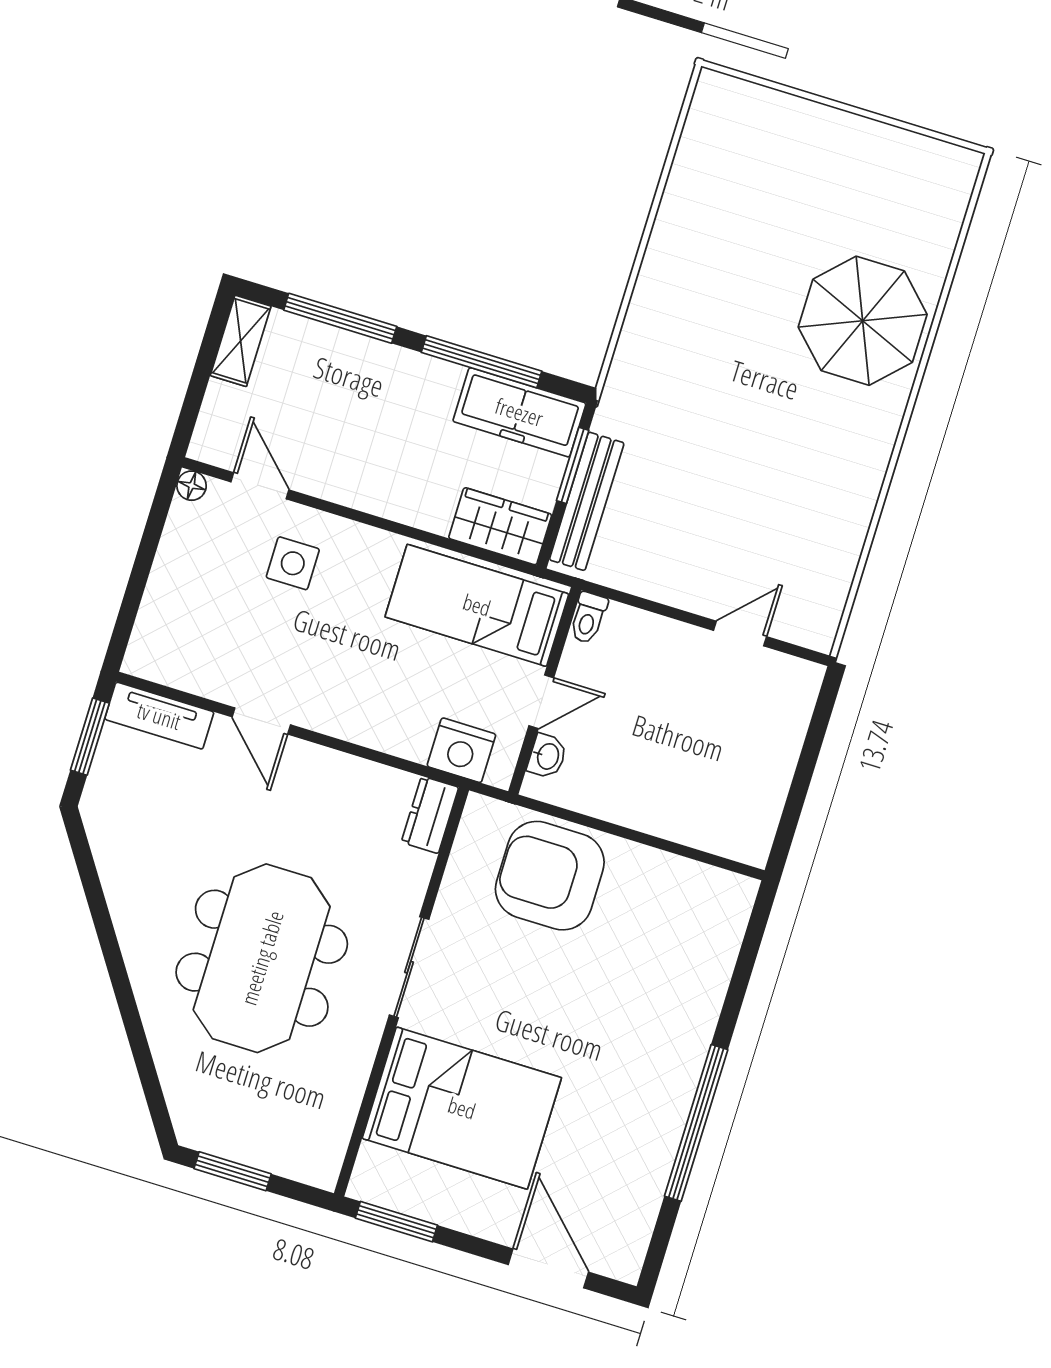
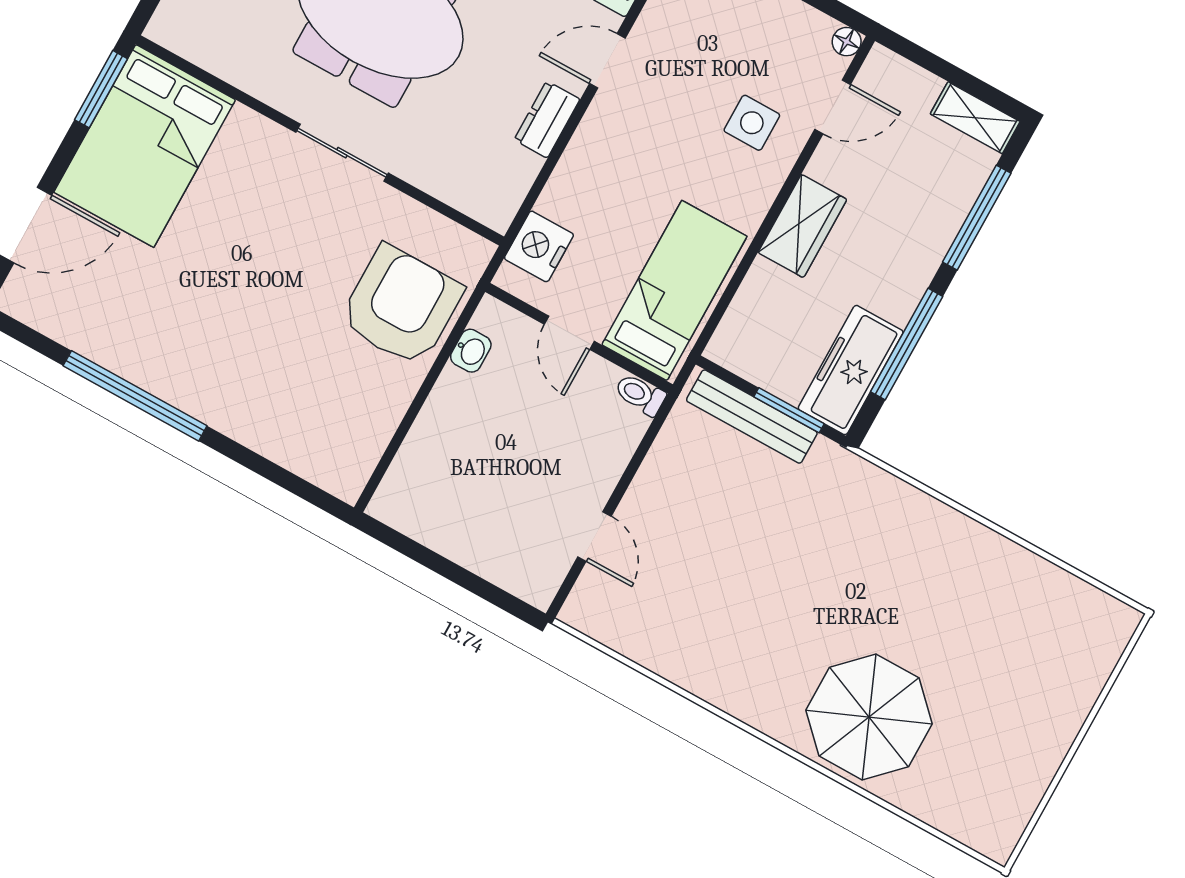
wardrobe: (500, 526) -> (802, 226), moved
washbasin: (547, 756) -> (471, 351), moved, turned -90
dresser: (430, 815) -> (547, 120), moved, turned -90
bed: (462, 1108) -> (145, 146), moved

